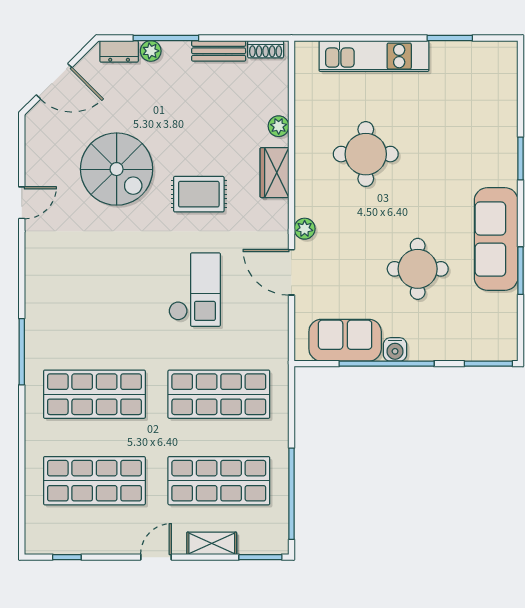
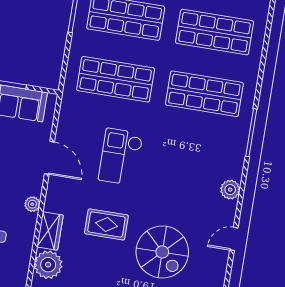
plant: (279, 126) -> (48, 265), width x1.87, depth x1.87
spiral stairs: (117, 169) -> (162, 252), turned 180
plant: (305, 229) -> (32, 204), moved
plant: (38, 269) -> (230, 190), added

